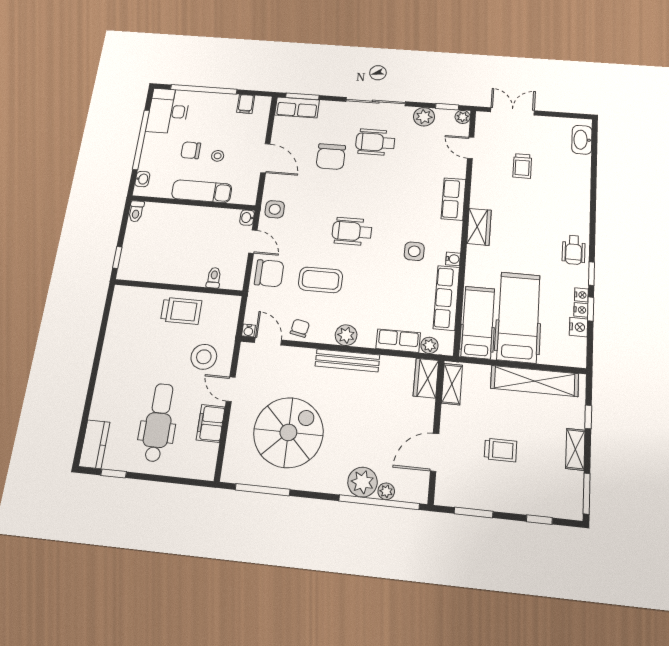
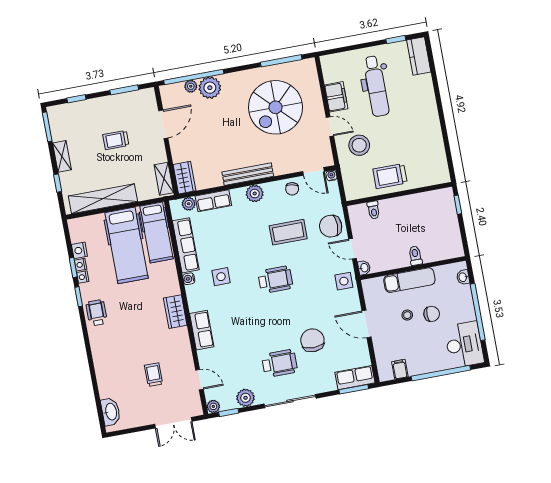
toilet: (136, 211) -> (415, 256), moved

